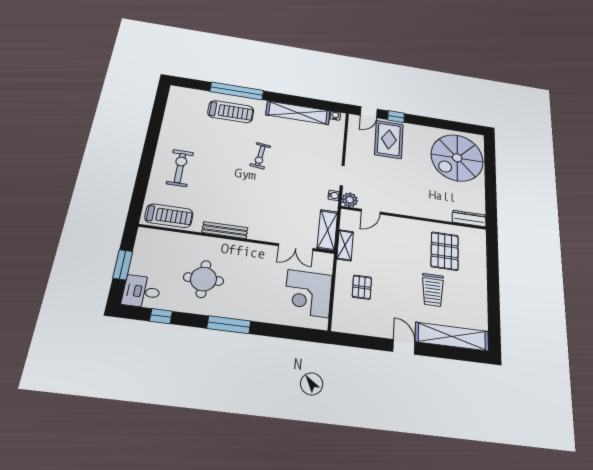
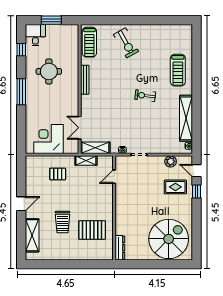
window: (237, 91) -> (196, 72), removed
rug: (389, 139) -> (175, 187), width x0.73, depth x0.70
spiral stairs: (457, 158) -> (169, 239), turned 90
exercise bike: (180, 168) -> (126, 43), turned 61
plant: (350, 200) -> (171, 161), moved
door: (371, 212) -> (114, 177), hinge flipped
trolley: (433, 290) -> (62, 222), turned -90
shelving: (452, 336) -> (32, 235), width x0.68

